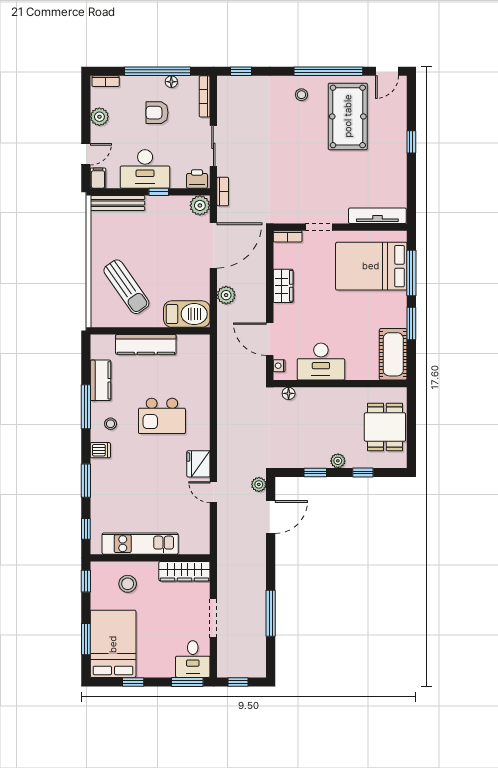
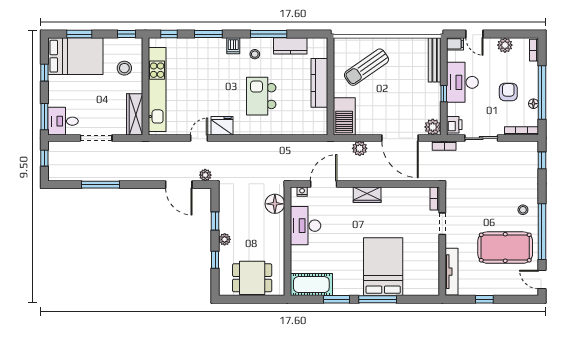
tv unit: (377, 216) -> (452, 272), moved
doorway: (319, 227) -> (442, 224), moved
wall: (340, 227) -> (442, 241), moved
bookcase: (288, 236) -> (435, 198), moved
floor lamp: (289, 393) -> (275, 204), width x1.89, depth x1.89
kitchen unit: (140, 544) -> (157, 90), width x1.36

